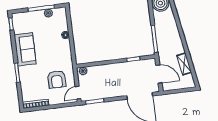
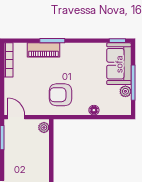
sofa: (25, 49) -> (119, 64), moved, turned 90
piano: (25, 78) -> (43, 50), added
armchair: (57, 79) -> (60, 95), moved

